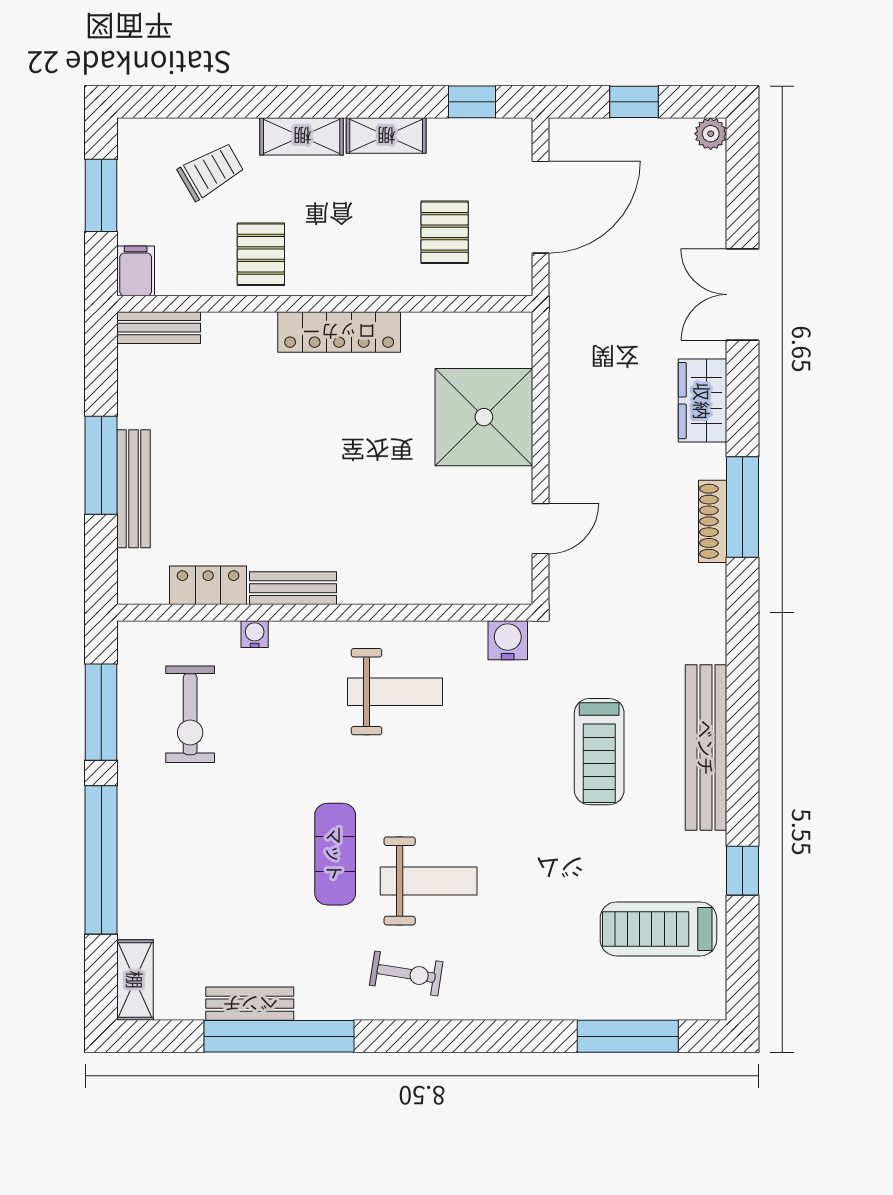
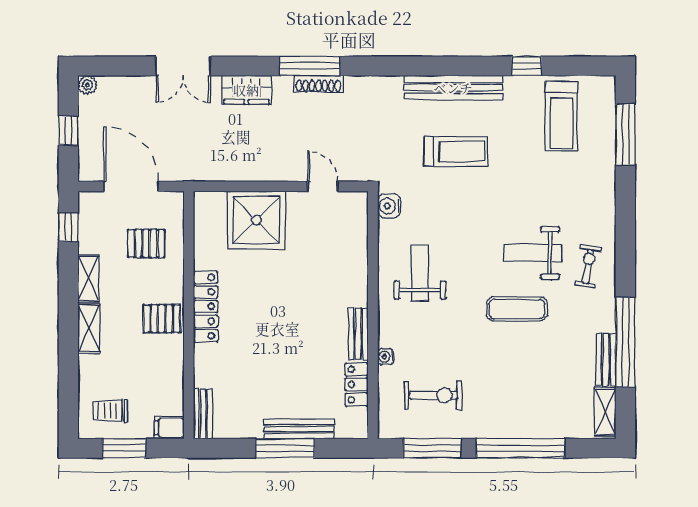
trolley: (211, 171) -> (110, 411), moved, turned -60
pallet: (261, 254) -> (162, 319), moved
weight bench: (429, 881) -> (533, 253), turned -90
shelving: (135, 980) -> (605, 412), moved, turned 90

